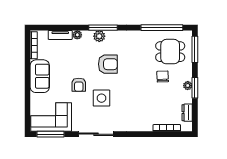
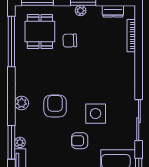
window: (103, 28) -> (11, 142), moved
plant: (99, 36) -> (22, 103), moved
armchair: (79, 85) -> (80, 141), turned 180

